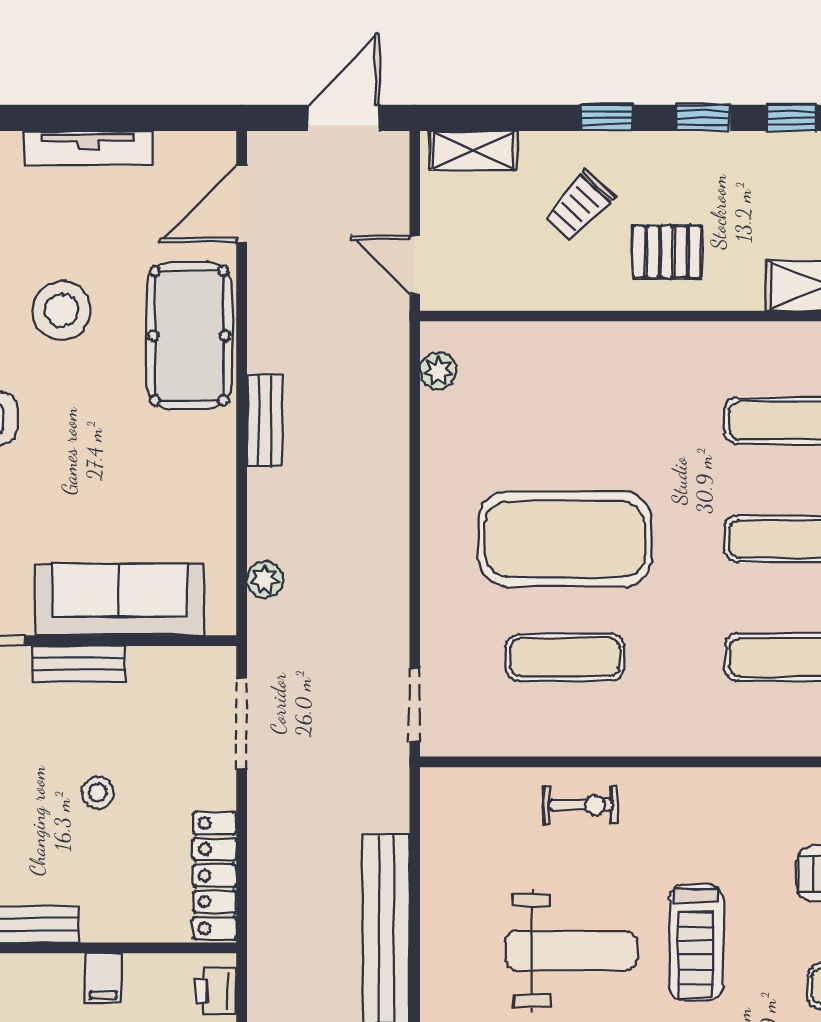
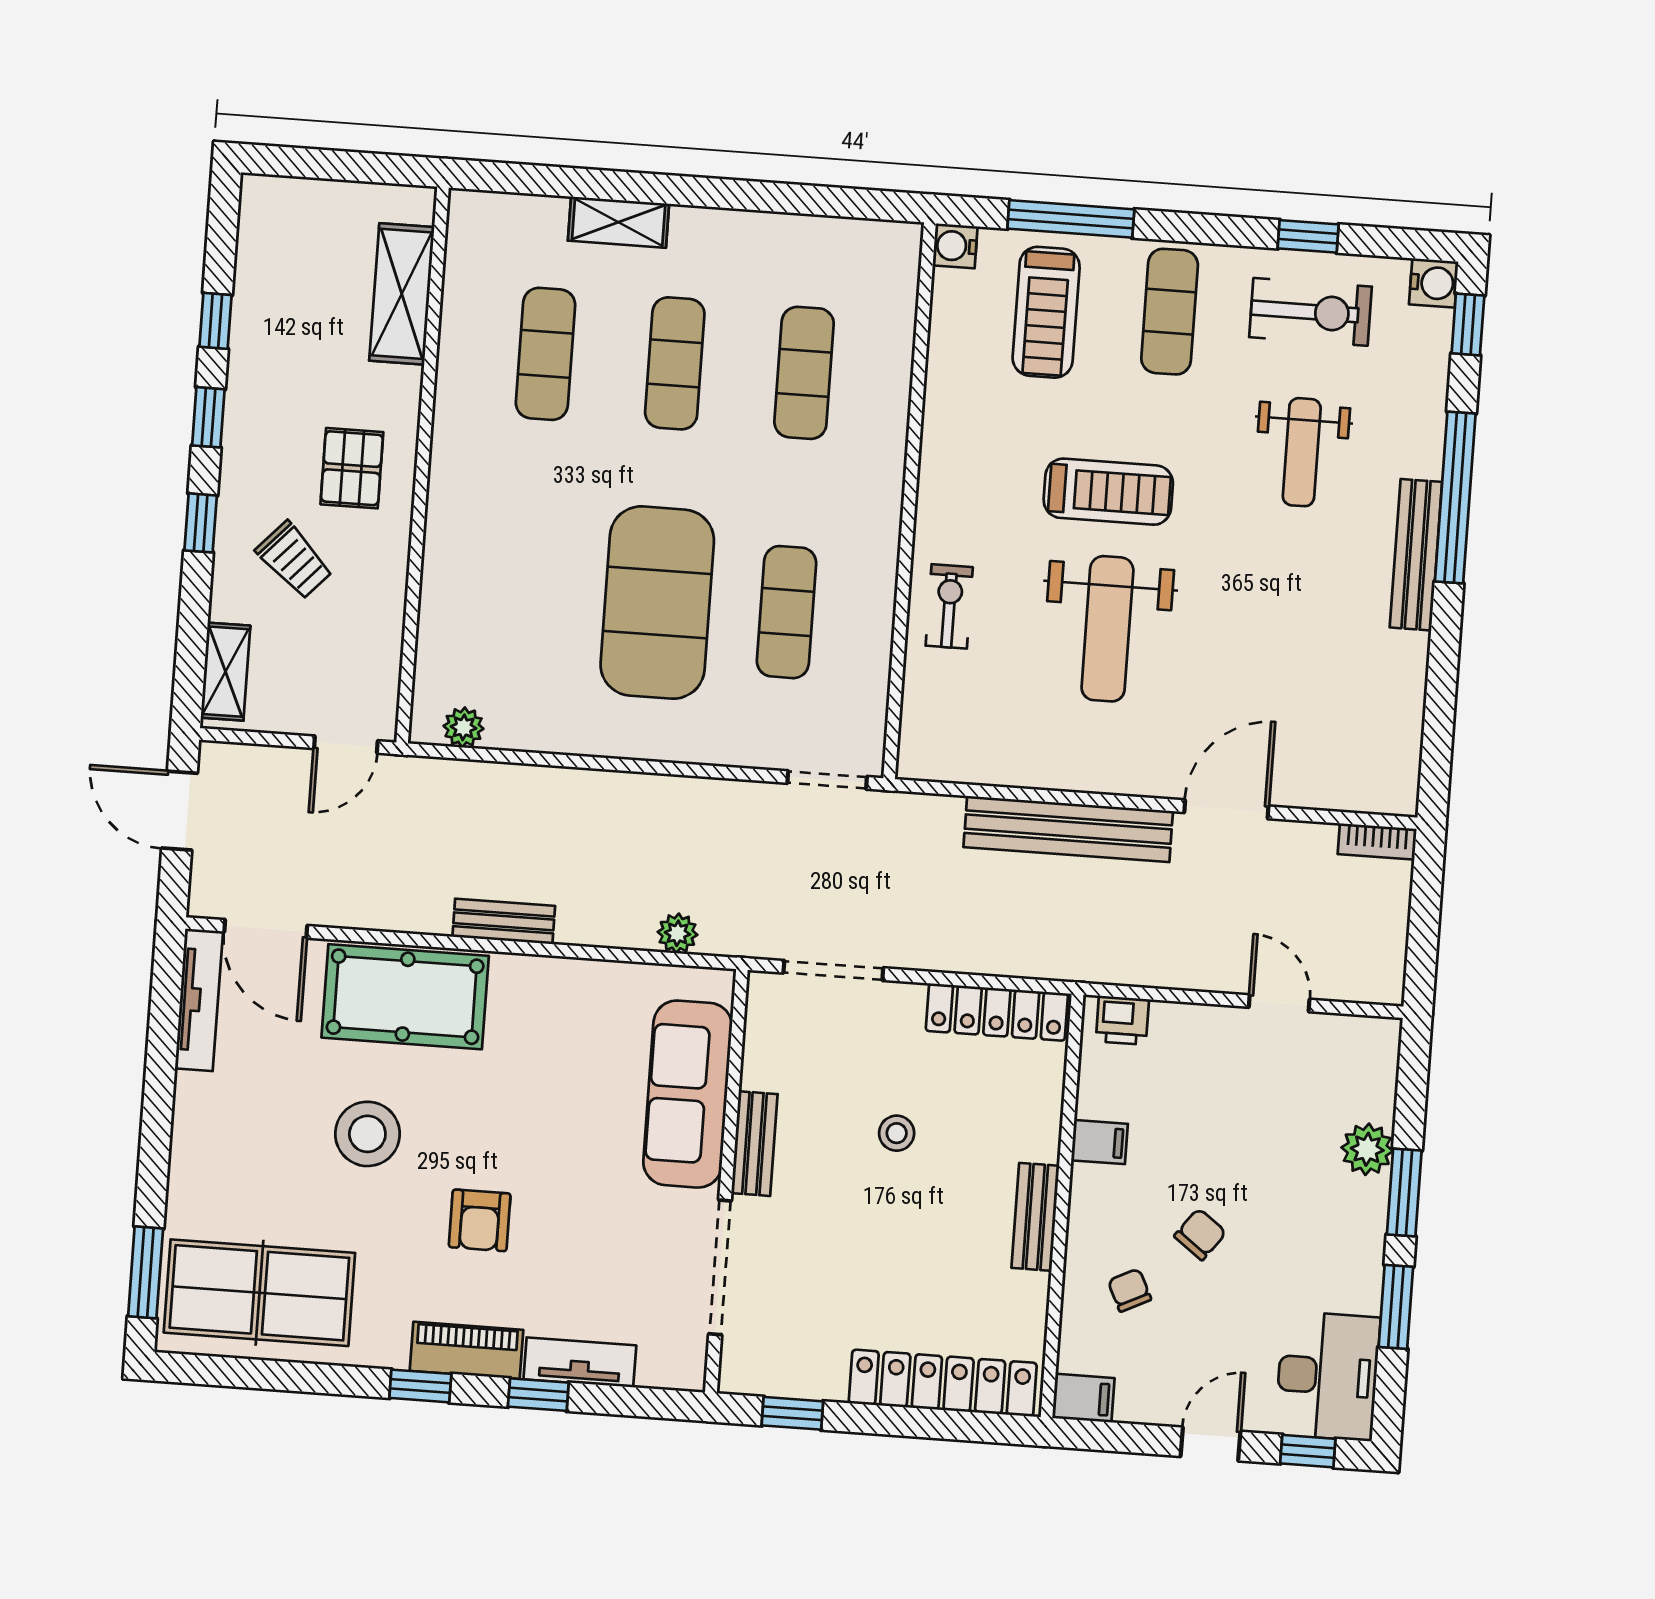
tv unit: (88, 148) -> (199, 1000), moved
weight bench: (571, 951) -> (1107, 629), turned 180

